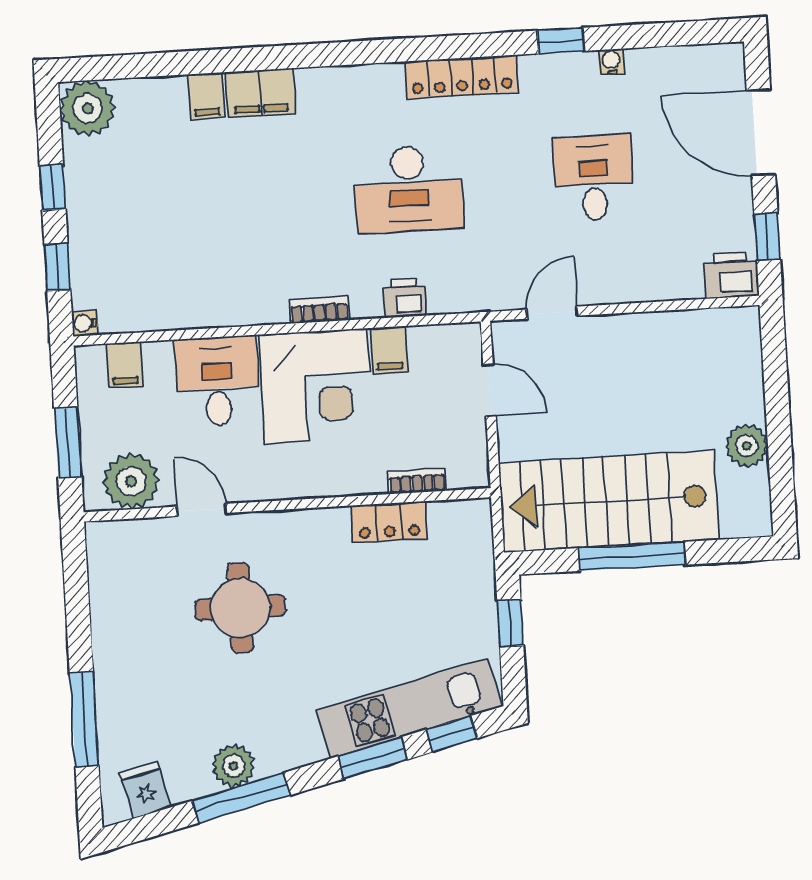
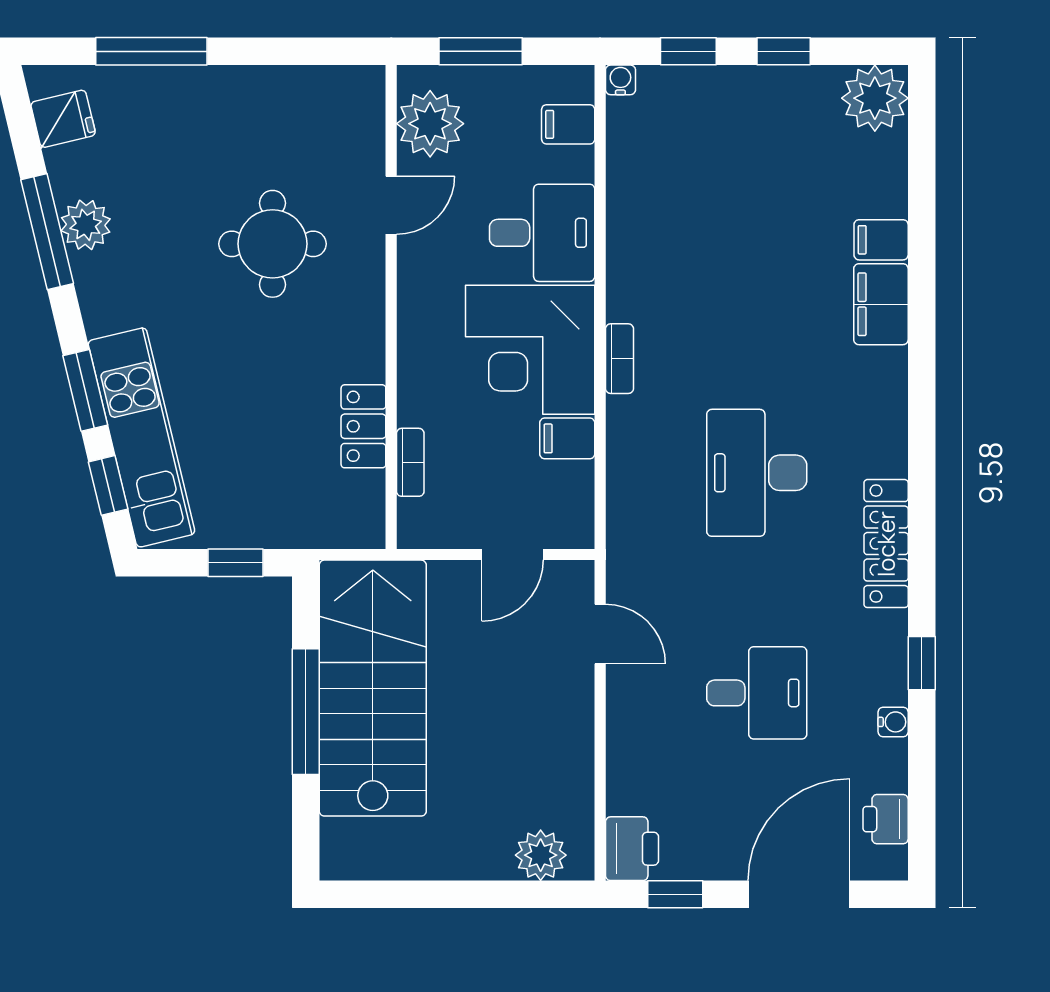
printer: (405, 298) -> (886, 819), moved, turned 180
plant: (747, 446) -> (541, 855), moved

